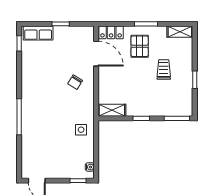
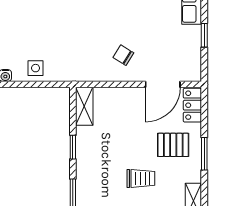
side table: (81, 130) -> (36, 68), moved

